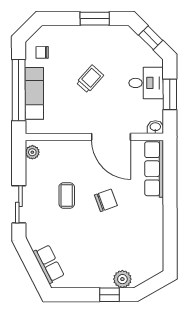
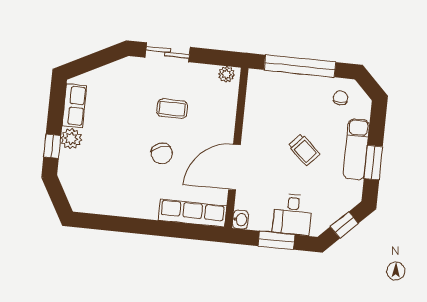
exam couch: (34, 93) -> (356, 149), moved, turned 90
row of seats: (49, 264) -> (74, 106), moved, turned -63
plant: (122, 279) -> (71, 139), moved

